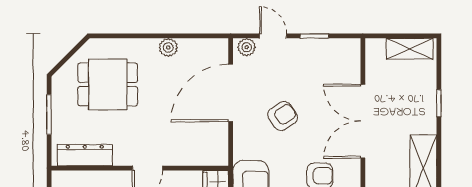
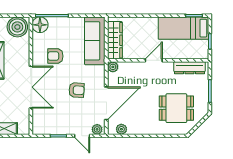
plant: (168, 48) -> (121, 129), moved
armchair: (283, 116) -> (77, 90), turned -143
plant: (219, 157) -> (113, 67), added

